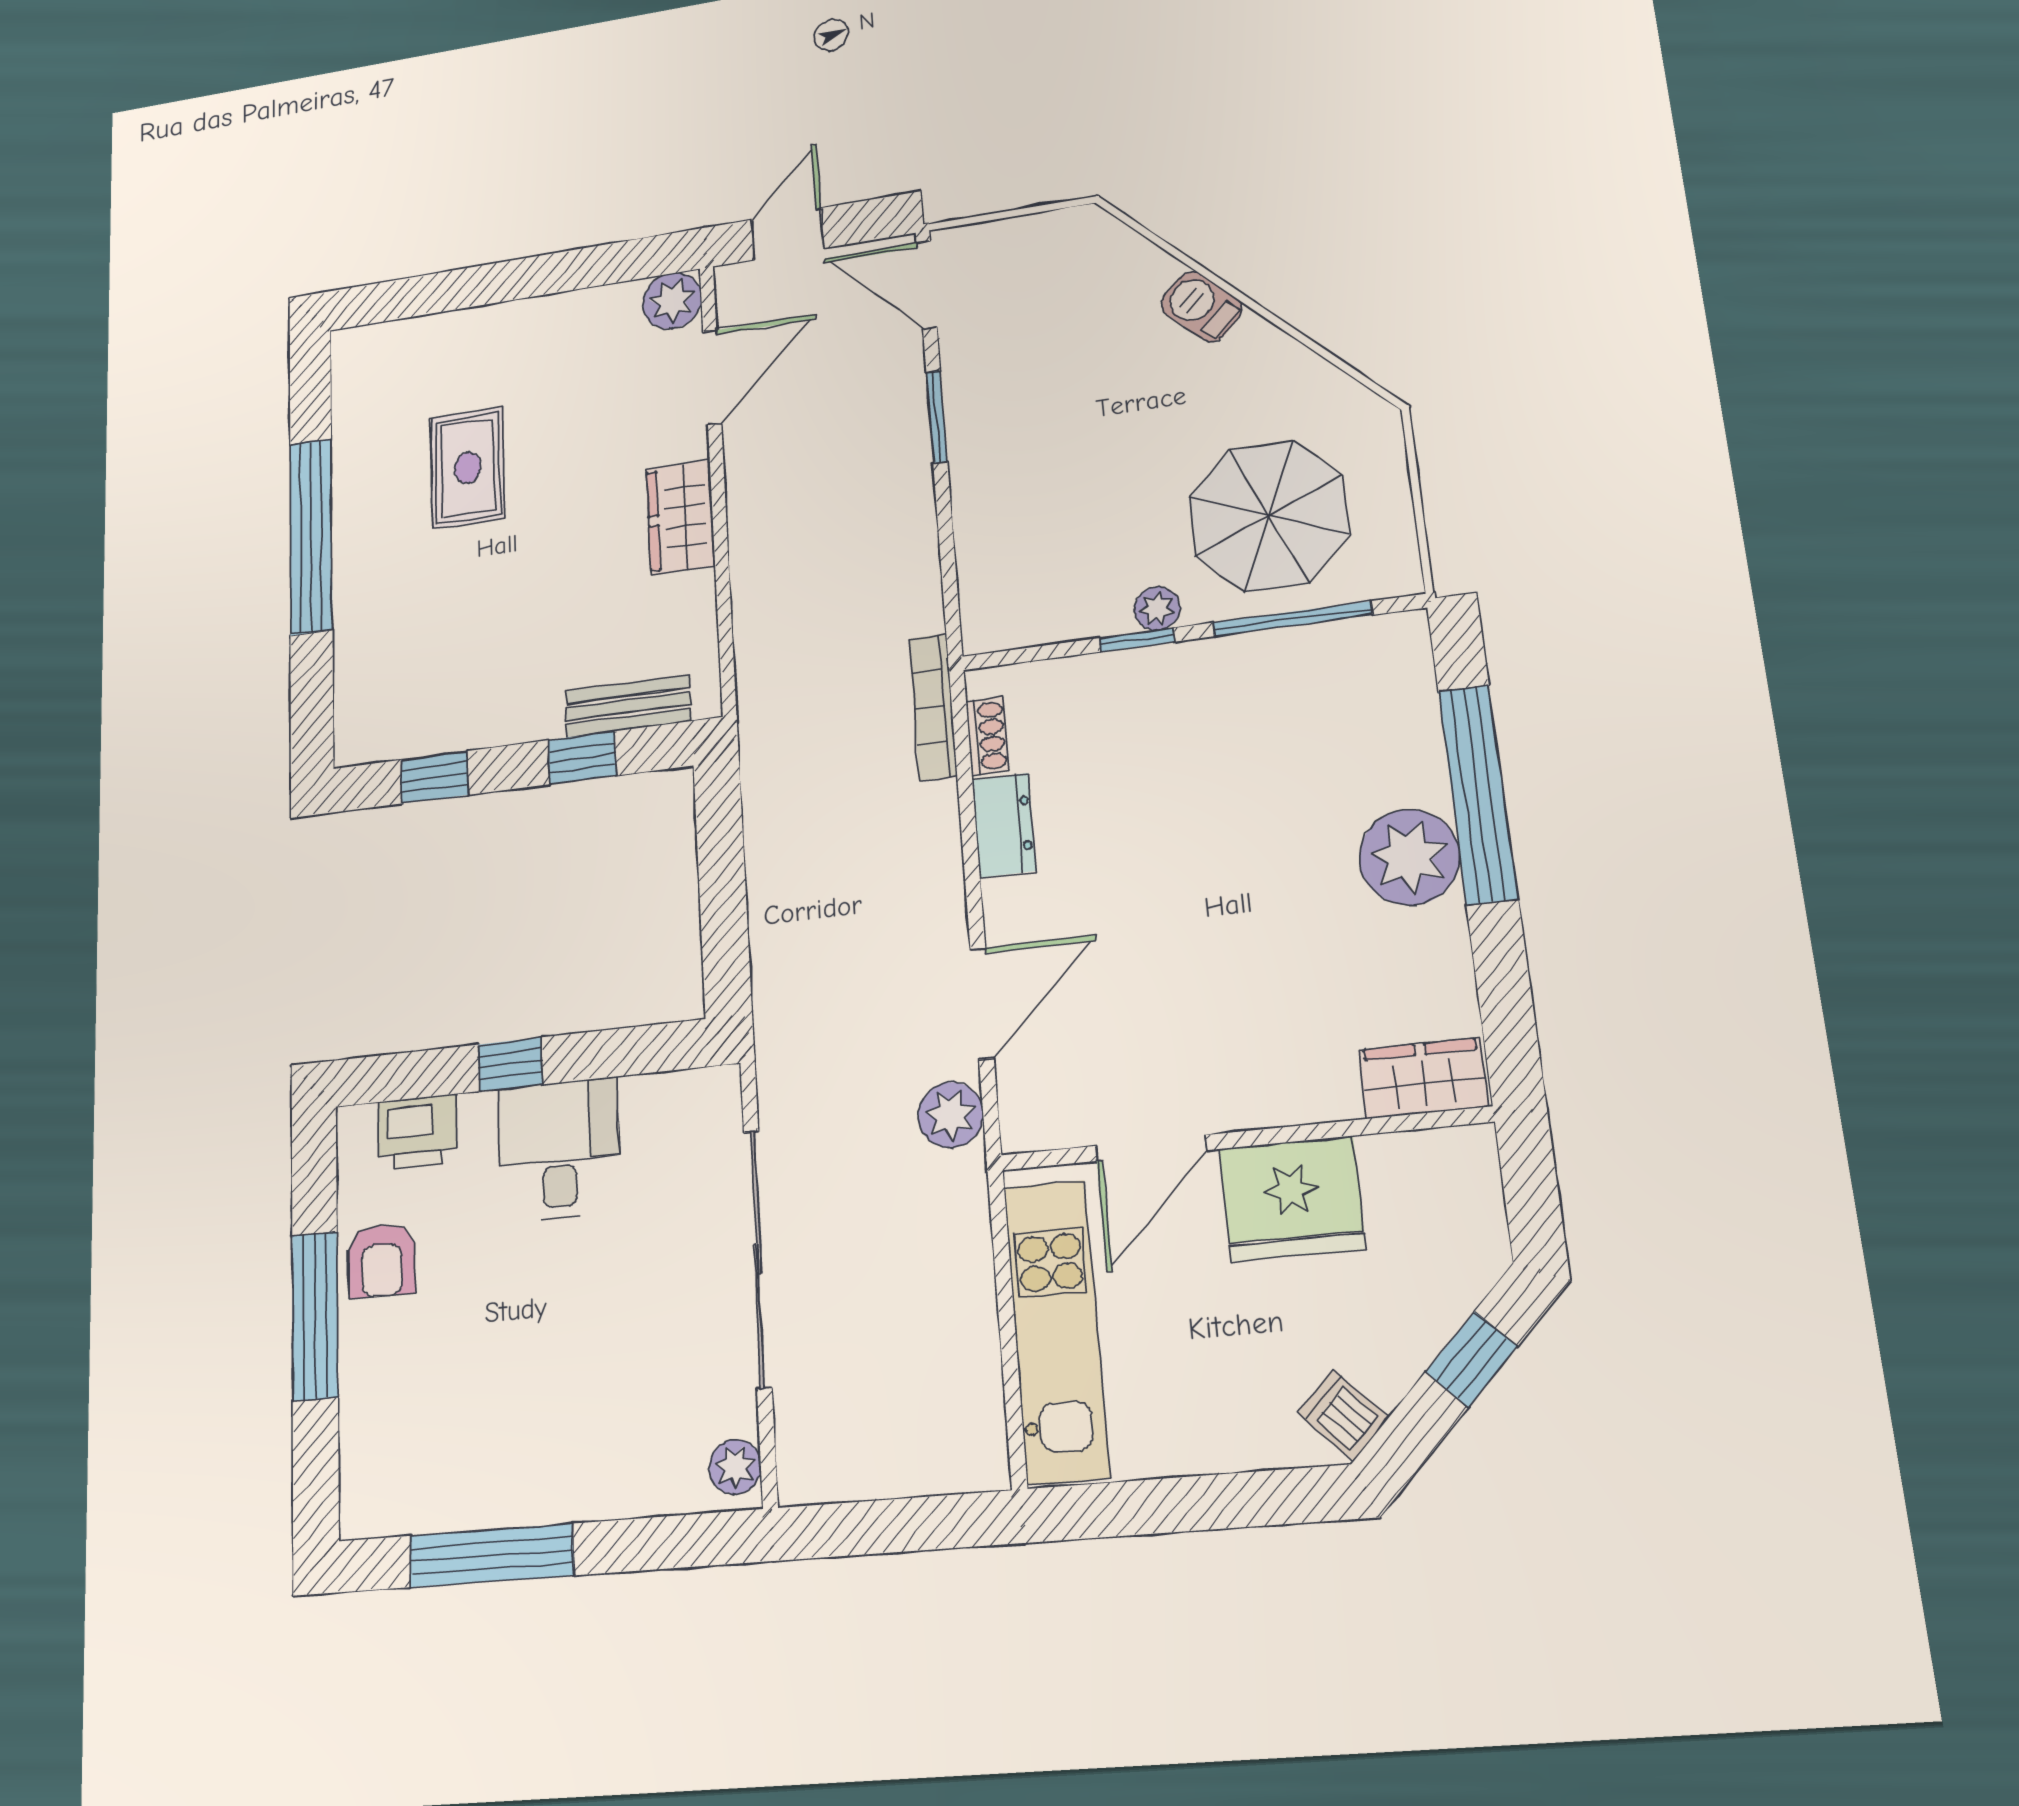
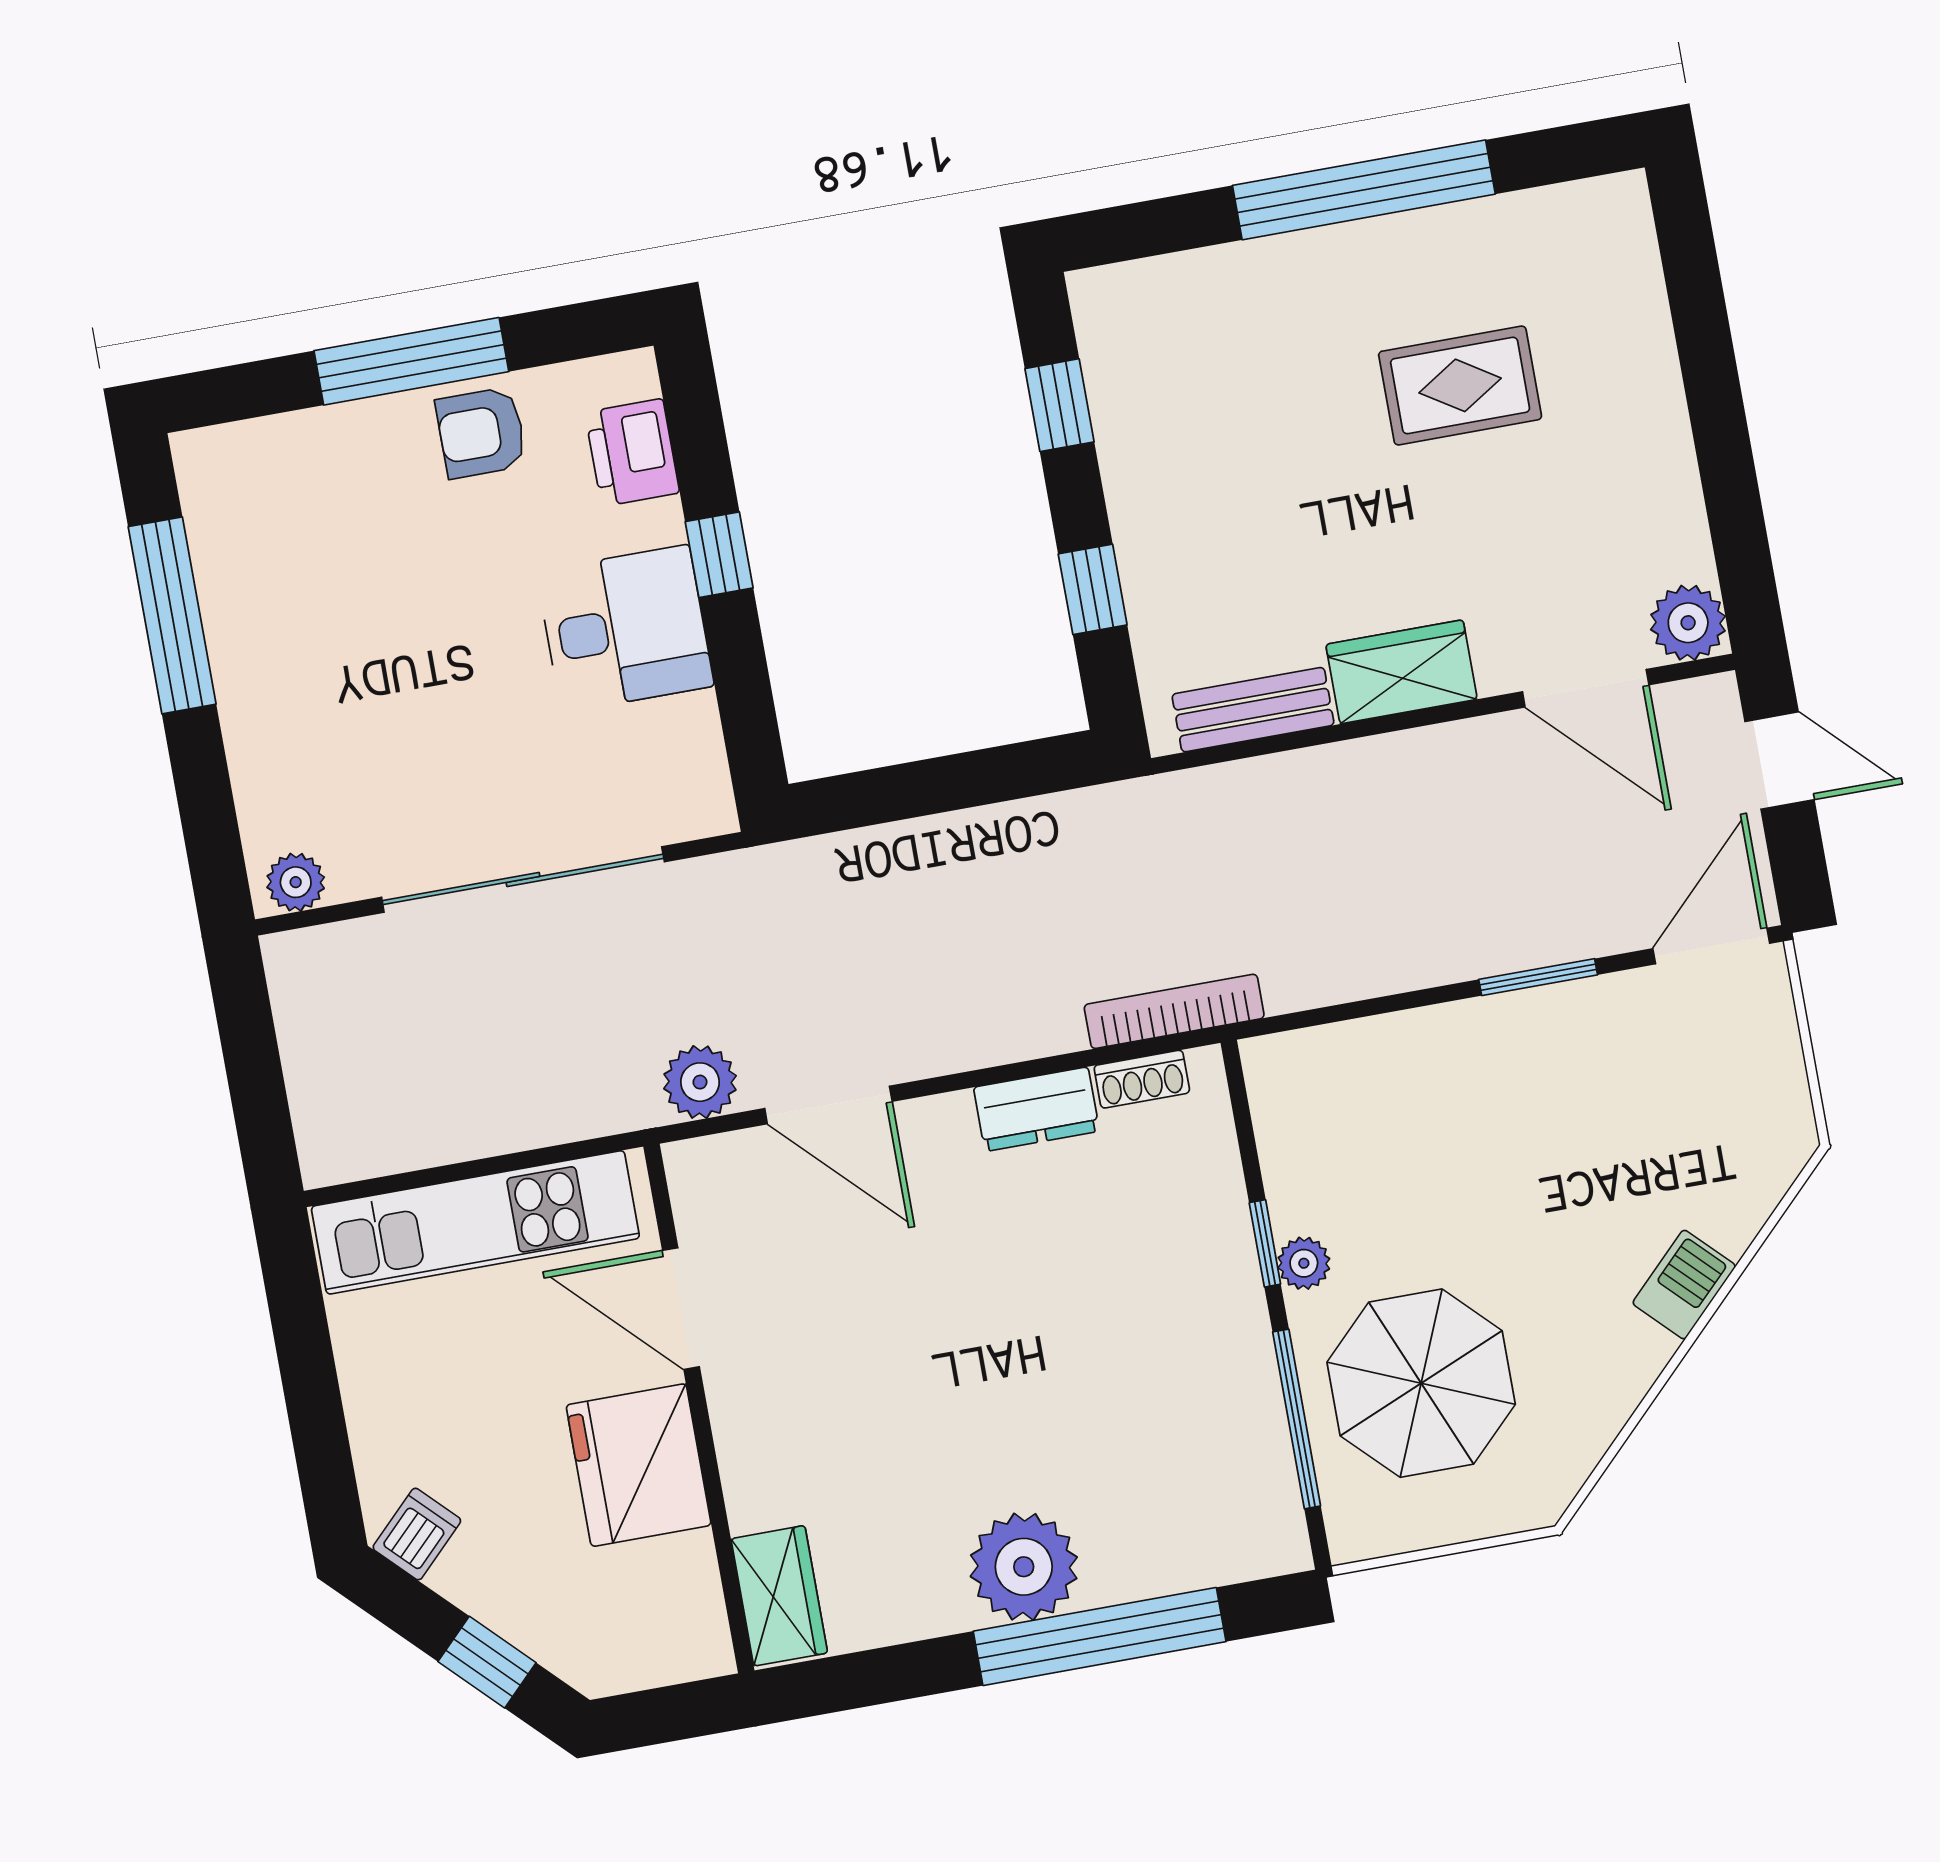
bench: (628, 706) -> (1253, 710), moved, turned 90

